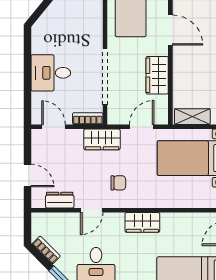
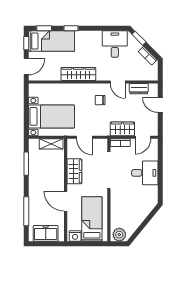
door: (54, 127) -> (143, 137), hinge flipped
door: (142, 127) -> (85, 137), hinge flipped
wardrobe: (102, 139) -> (122, 129), moved
door: (92, 210) -> (118, 82), swing flipped
wardrobe: (142, 222) -> (78, 74), width x1.50

